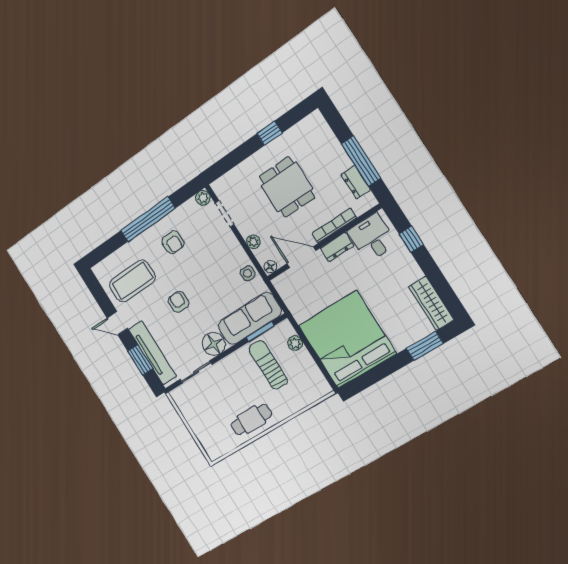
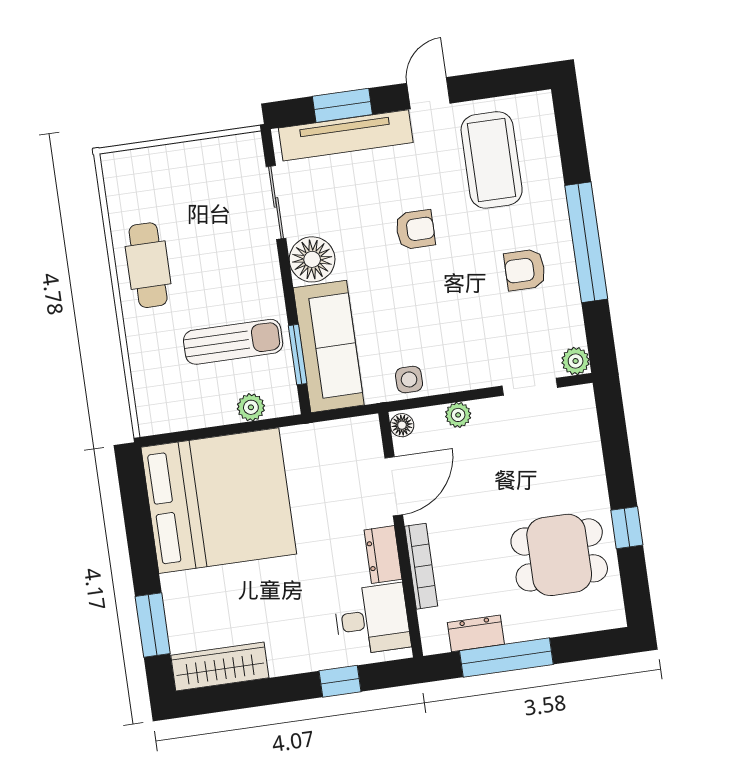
dining table: (287, 187) -> (559, 555), moved

